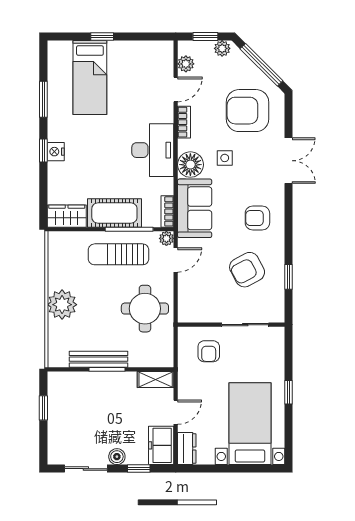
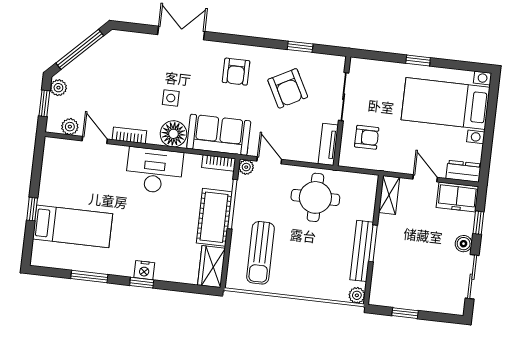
armchair: (248, 111) -> (125, 69), removed
sun lounger: (119, 254) -> (261, 253), moved
plant: (62, 305) -> (357, 295), moved, width x0.53, depth x0.53
tv unit: (198, 315) -> (328, 144), added

